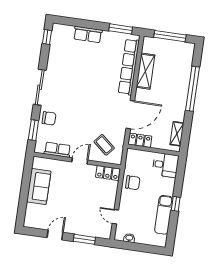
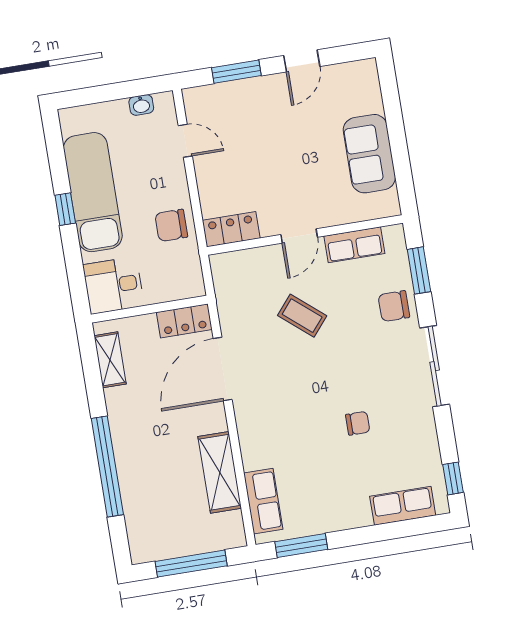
row of seats: (88, 34) -> (403, 506), moved
row of seats: (129, 67) -> (263, 501), width x0.50
chair: (80, 73) -> (358, 423), added
coffee table: (104, 145) -> (302, 316), moved
exam couch: (164, 215) -> (93, 192), width x1.36, depth x1.45

